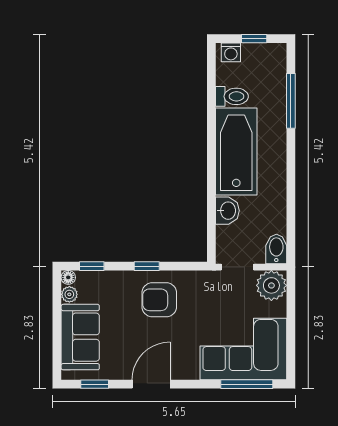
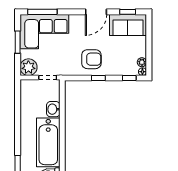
bidet: (276, 249) -> (26, 88), removed
window: (291, 330) -> (18, 42), added
sofa: (80, 337) -> (128, 25), moved, turned -90

